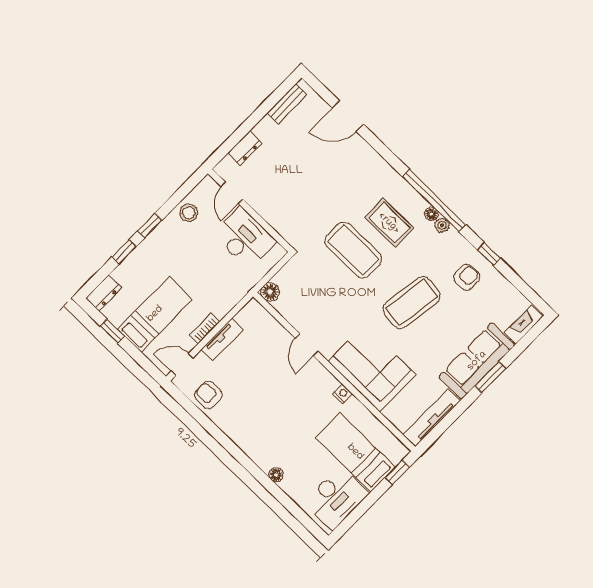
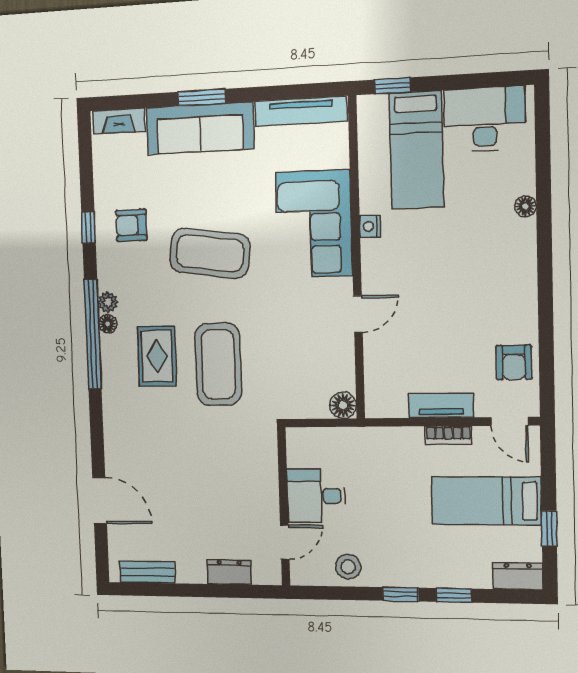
desk: (244, 238) -> (316, 496), width x0.73

